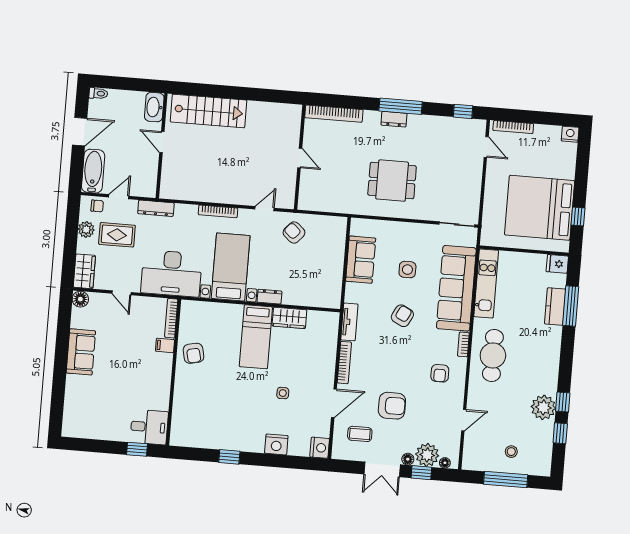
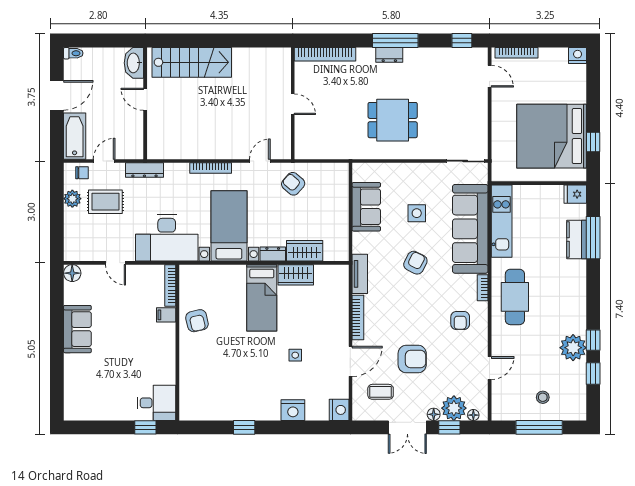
wardrobe: (84, 271) -> (305, 251), moved, turned -90

